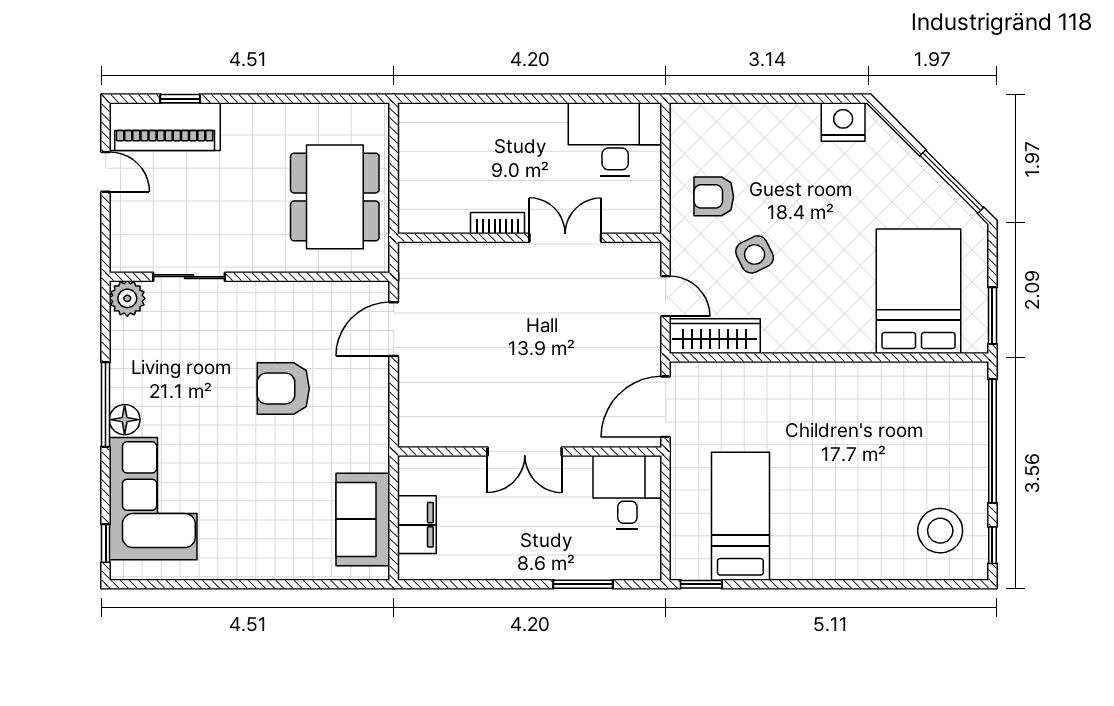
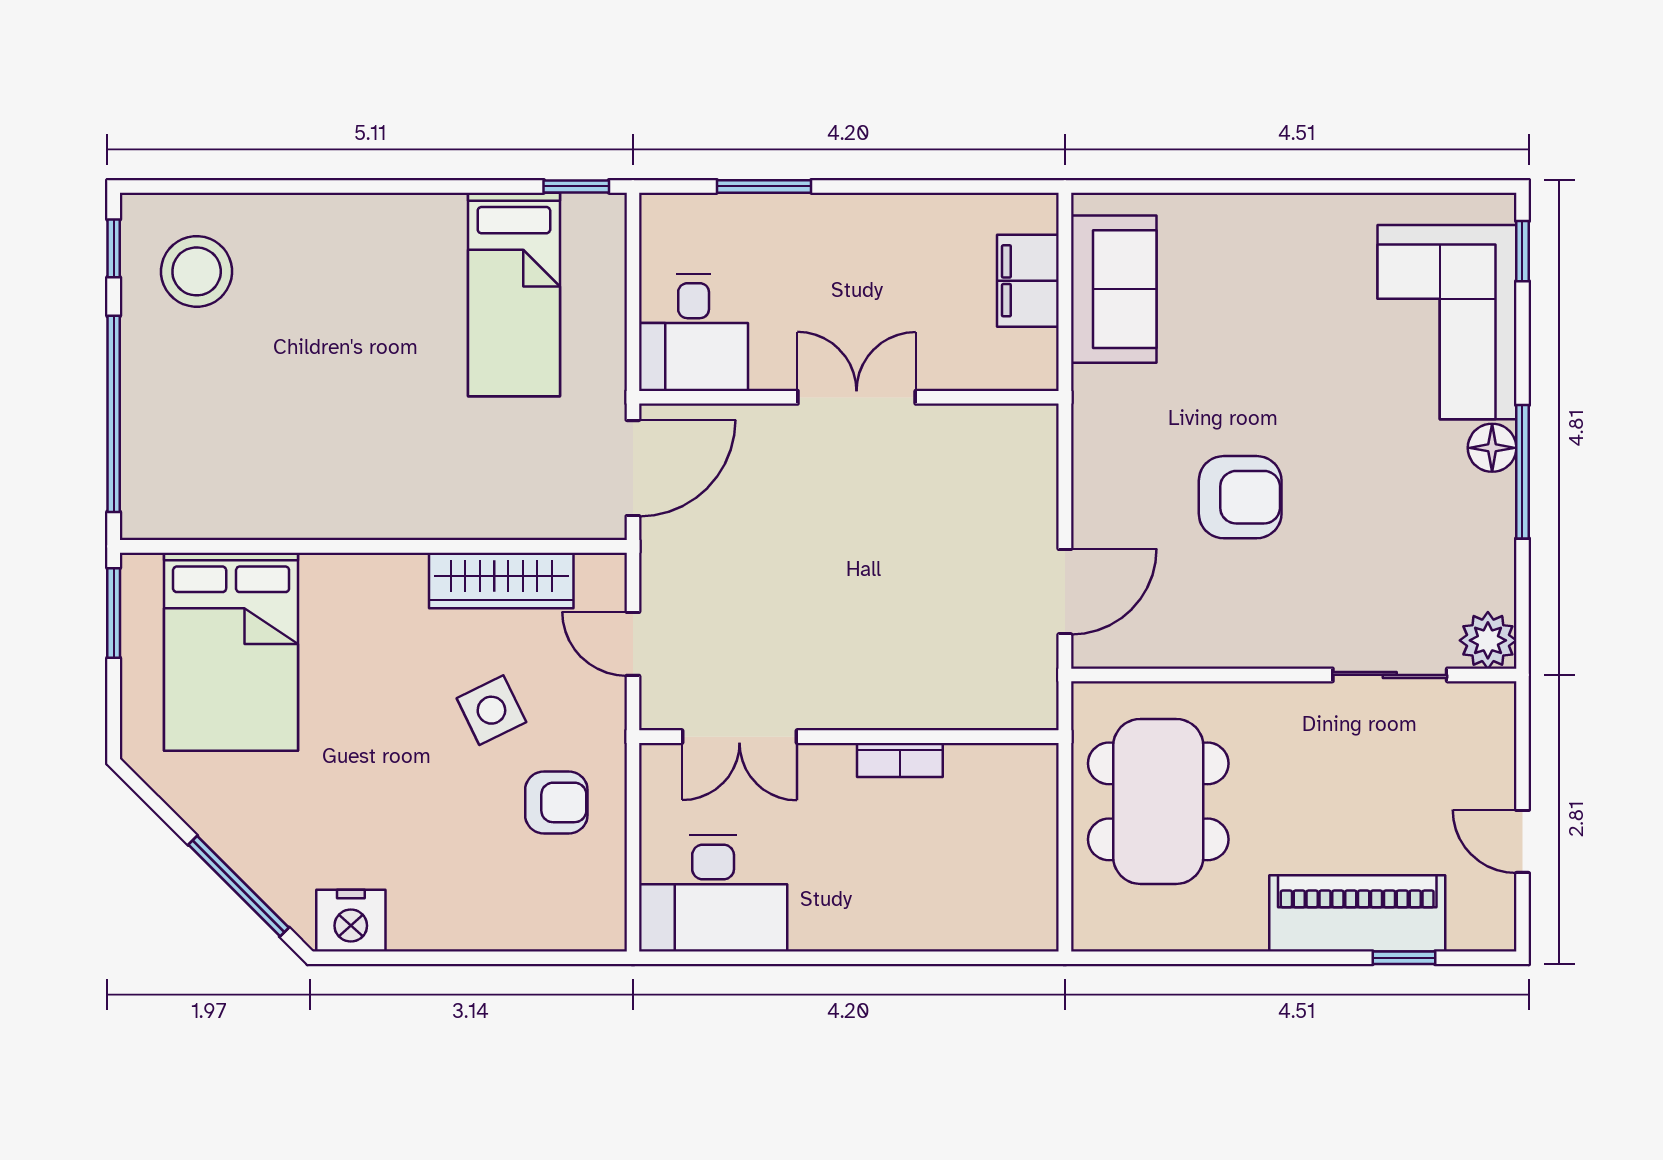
piano: (165, 127) -> (1357, 913), moved
window: (952, 182) -> (239, 886), moved
double door: (565, 238) -> (739, 737), moved
wardrobe: (715, 336) -> (501, 580), moved

